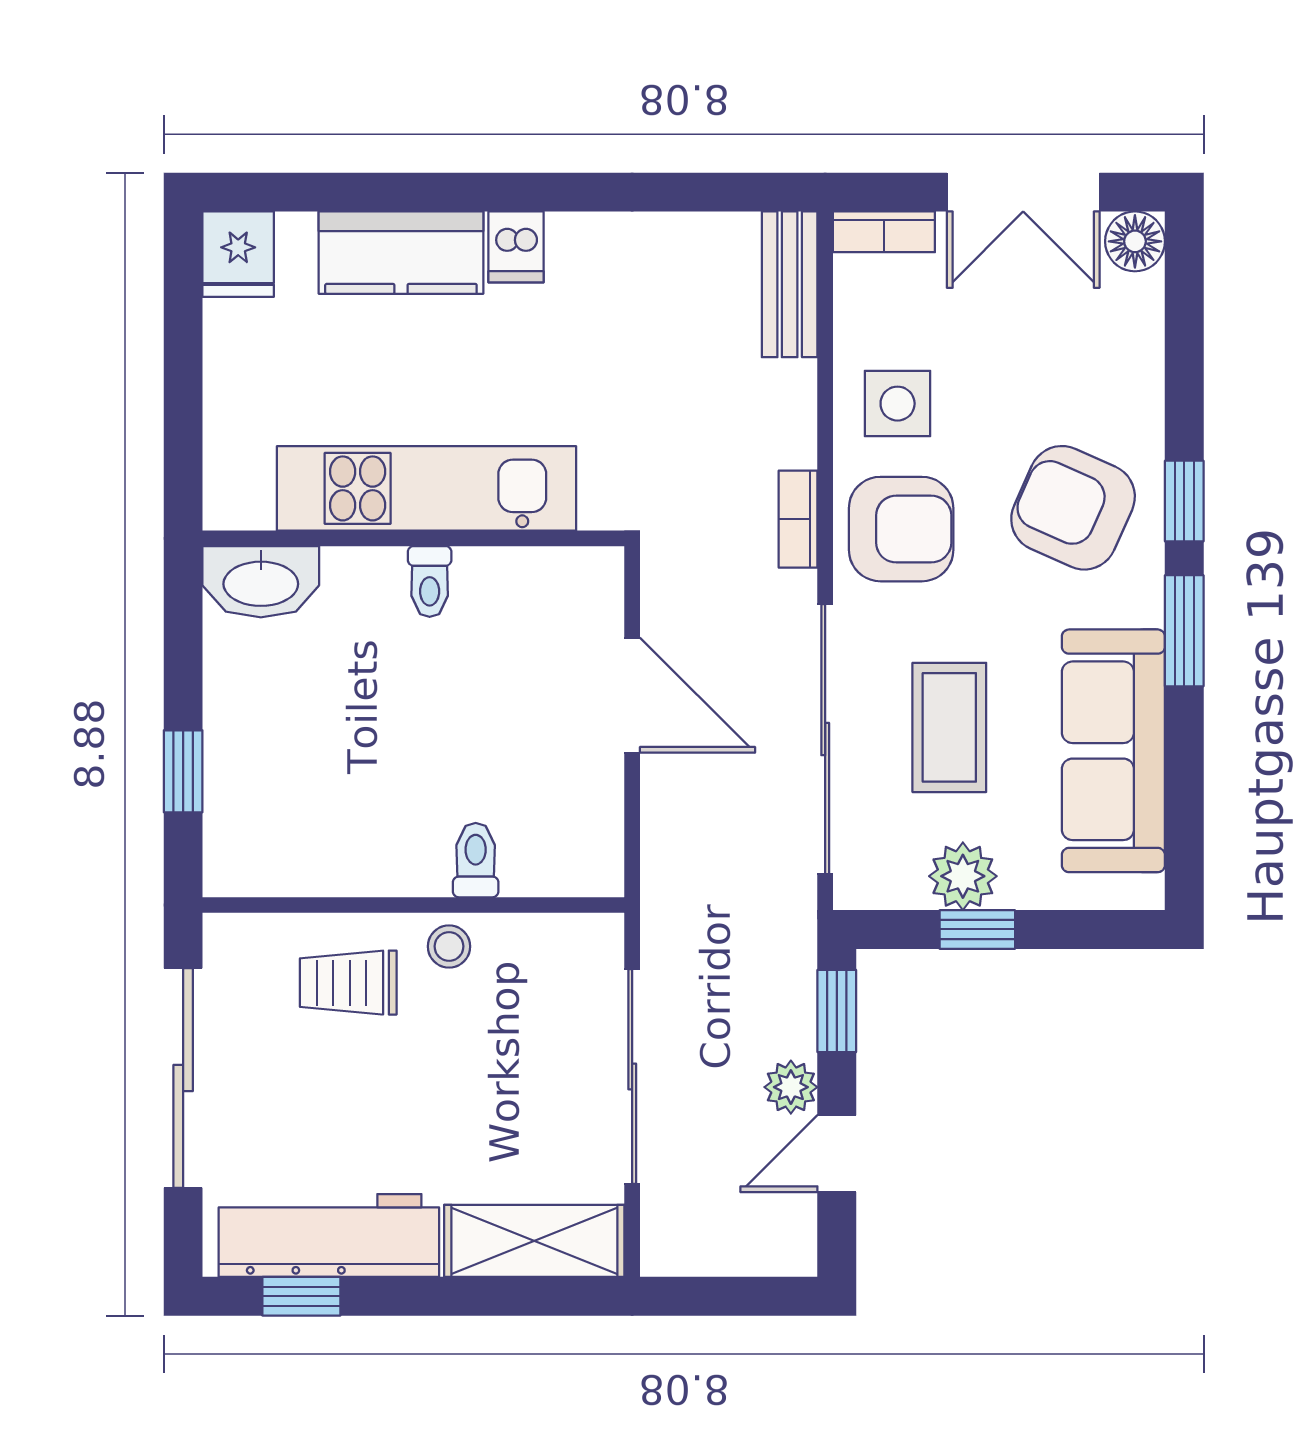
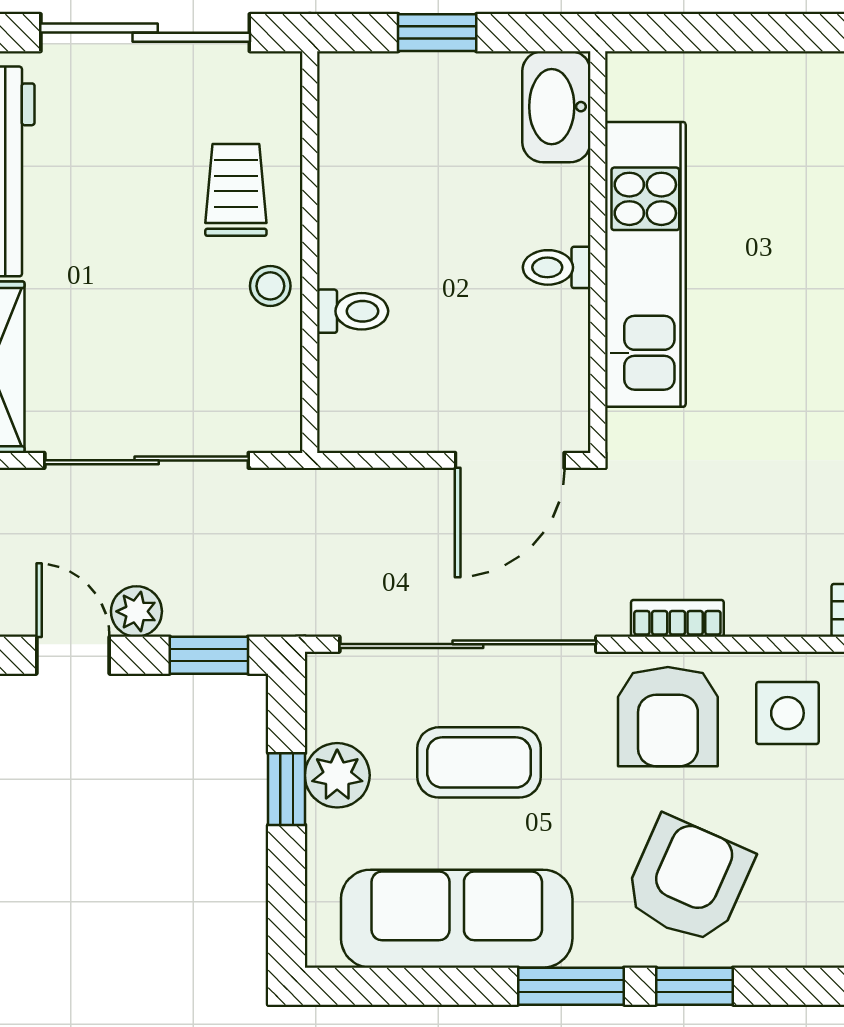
kitchen unit: (426, 488) -> (645, 264), moved
wall: (413, 538) -> (598, 252), moved
toilet: (430, 581) -> (557, 267), moved
washbasin: (261, 582) -> (556, 107), moved

